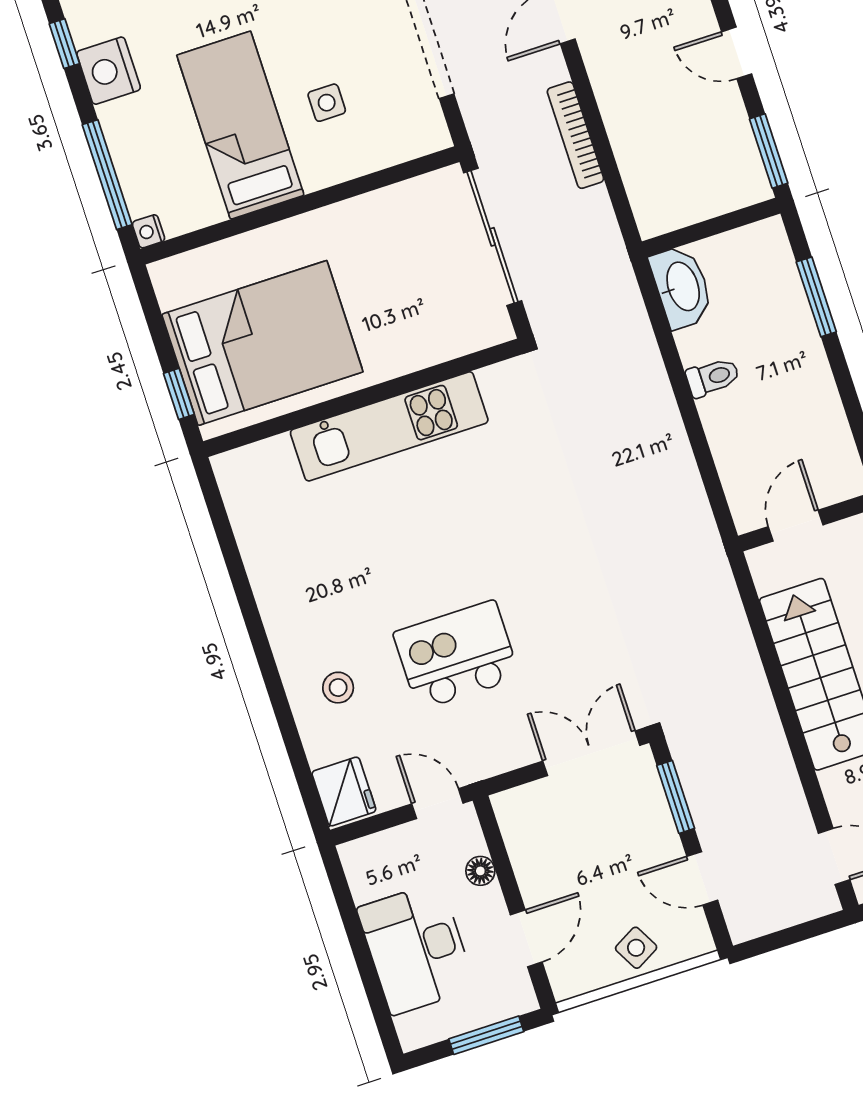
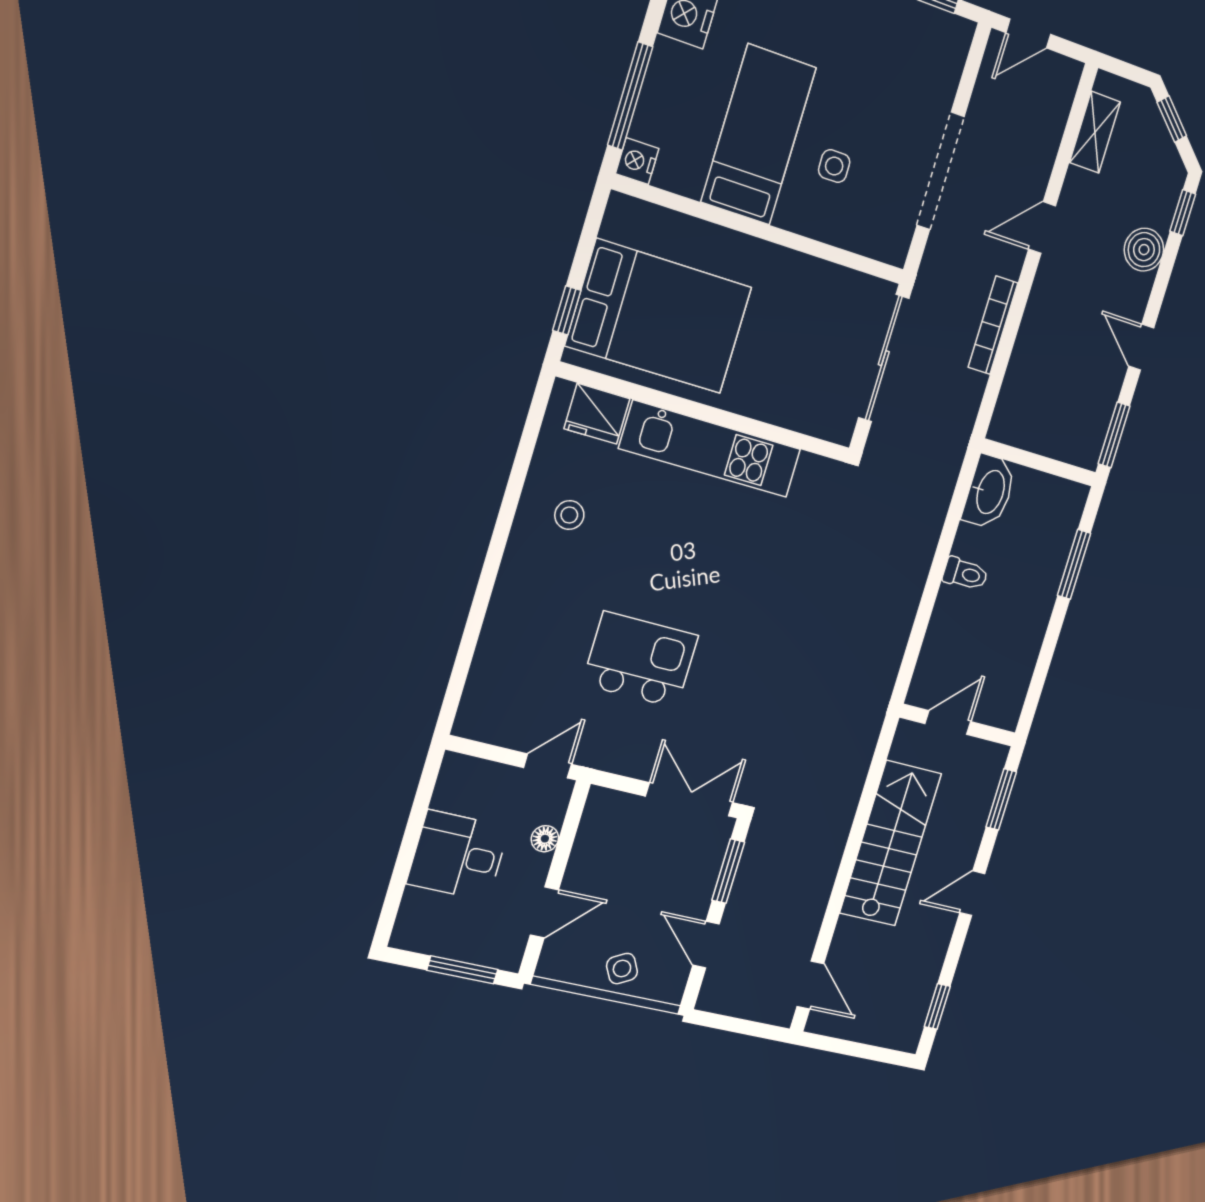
nightstand: (149, 231) -> (637, 161), width x1.39, depth x1.35
stool: (338, 688) -> (569, 515), moved
fridge: (344, 792) -> (597, 414), moved, turned 90
door: (437, 804) -> (548, 766), hinge flipped
desk: (416, 948) -> (458, 856), width x0.73

